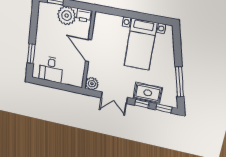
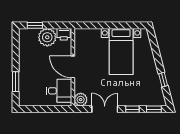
desk: (51, 69) -> (59, 91), moved, turned -90
window: (179, 82) -> (163, 80), width x0.46
rug: (148, 93) -> (136, 97), removed
double door: (114, 98) -> (105, 109), swing flipped

